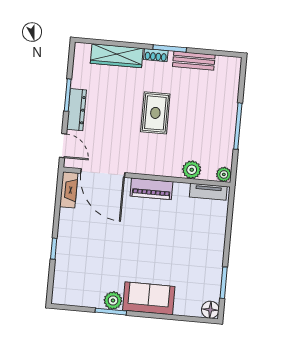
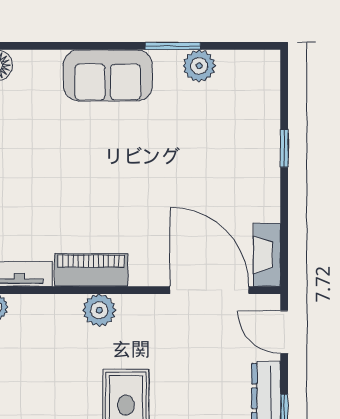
plant: (192, 170) -> (99, 310), moved
piano: (151, 189) -> (91, 270), moved
plant: (113, 300) -> (199, 66), moved

